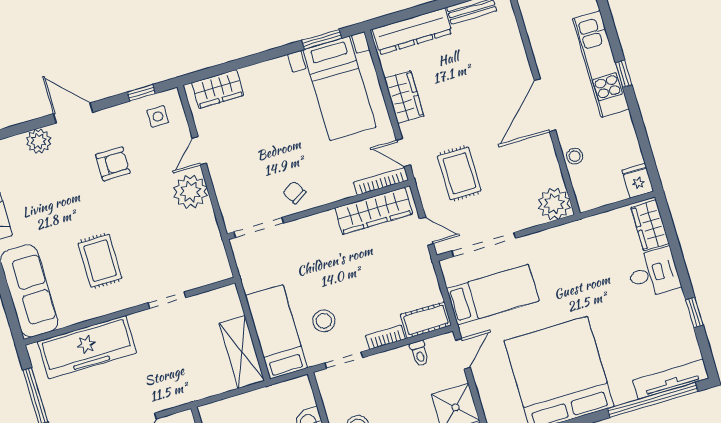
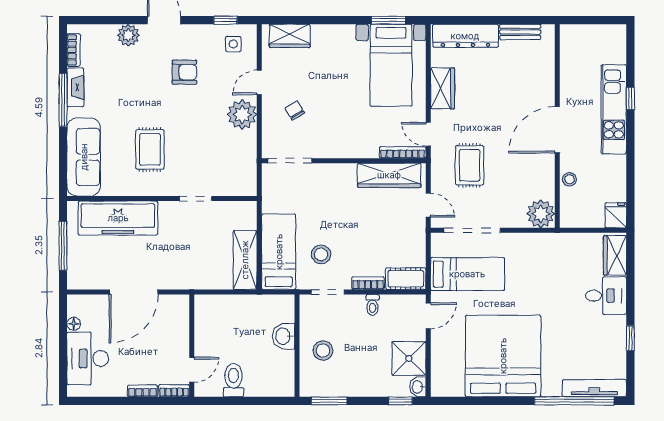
window: (624, 74) -> (630, 98), moved
chair: (294, 192) -> (295, 110), moved
toilet: (419, 353) -> (373, 305), moved

